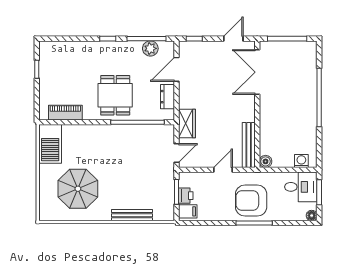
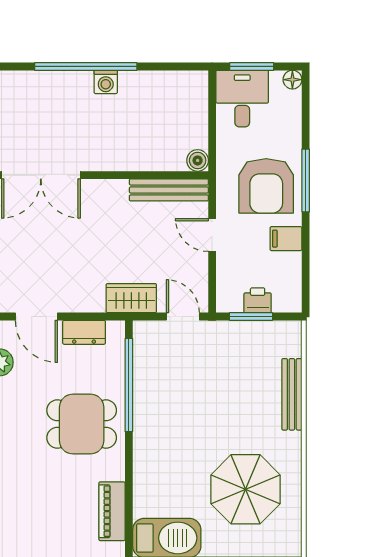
washing machine: (301, 161) -> (106, 82), moved, turned -90
filing cabinet: (188, 211) -> (286, 239), moved, turned -90

